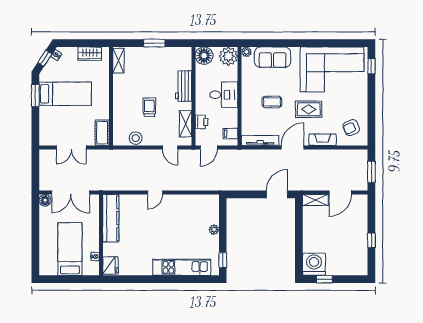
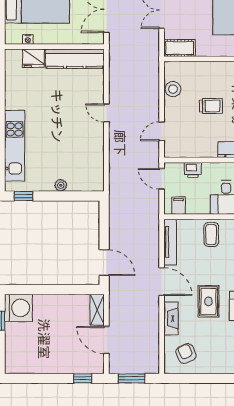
coffee table: (272, 102) -> (211, 235), moved
shelving: (186, 124) -> (191, 150), removed
window: (371, 240) -> (83, 378), moved
fridge: (110, 265) -> (33, 58), moved

